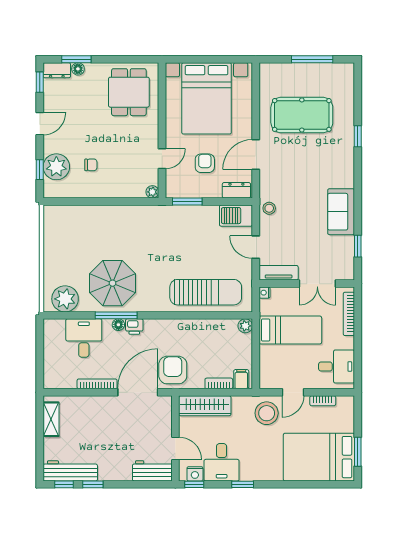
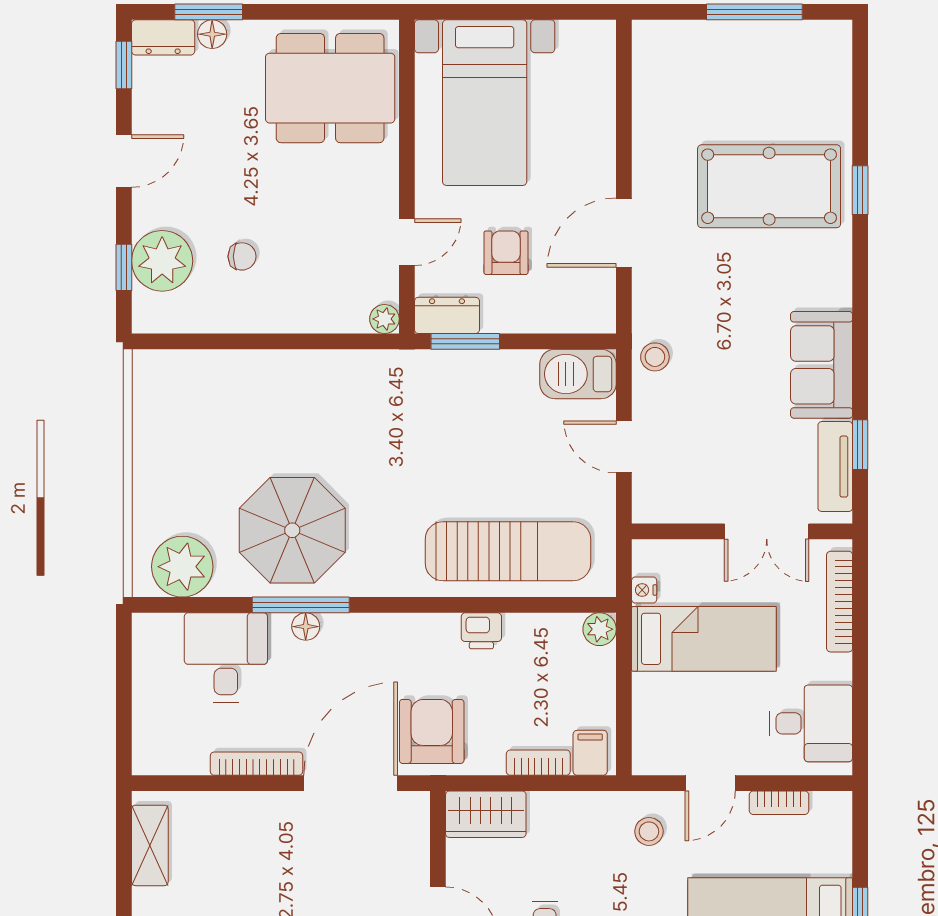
dining table: (129, 92) -> (330, 88), width x1.38
bed with nightstands: (207, 98) -> (485, 103), width x0.73
pool table: (302, 115) -> (769, 186), moved
dresser: (236, 190) -> (447, 315), moved
tv unit: (279, 273) -> (835, 467), moved, turned -90
nightstand: (264, 293) -> (644, 590), moved
printer: (134, 327) -> (481, 631), moved
wardrobe: (205, 406) -> (486, 814), width x0.67
stool: (267, 413) -> (649, 831), width x0.53, depth x0.53

